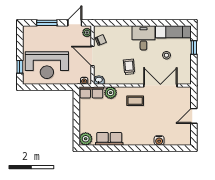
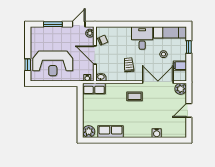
filing cabinet: (184, 68) -> (180, 66), added
plant: (111, 93) -> (181, 89), moved

